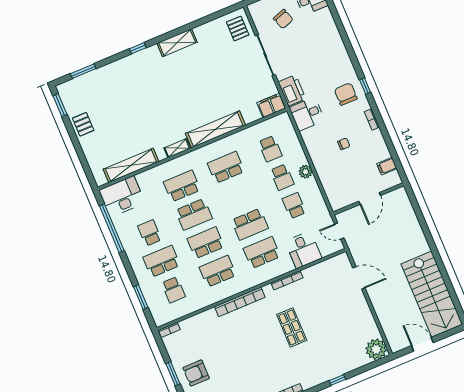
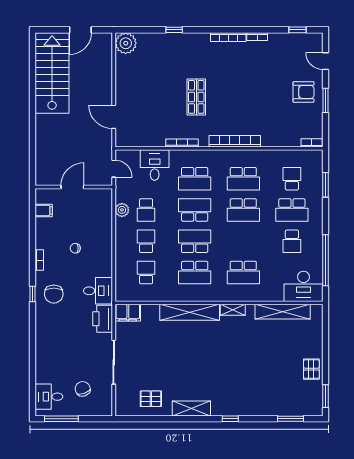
pallet: (238, 28) -> (151, 399), moved, turned 90
plant: (306, 172) -> (122, 210), moved
school desk: (194, 214) -> (195, 241), moved
door: (422, 344) -> (80, 30), hinge flipped

